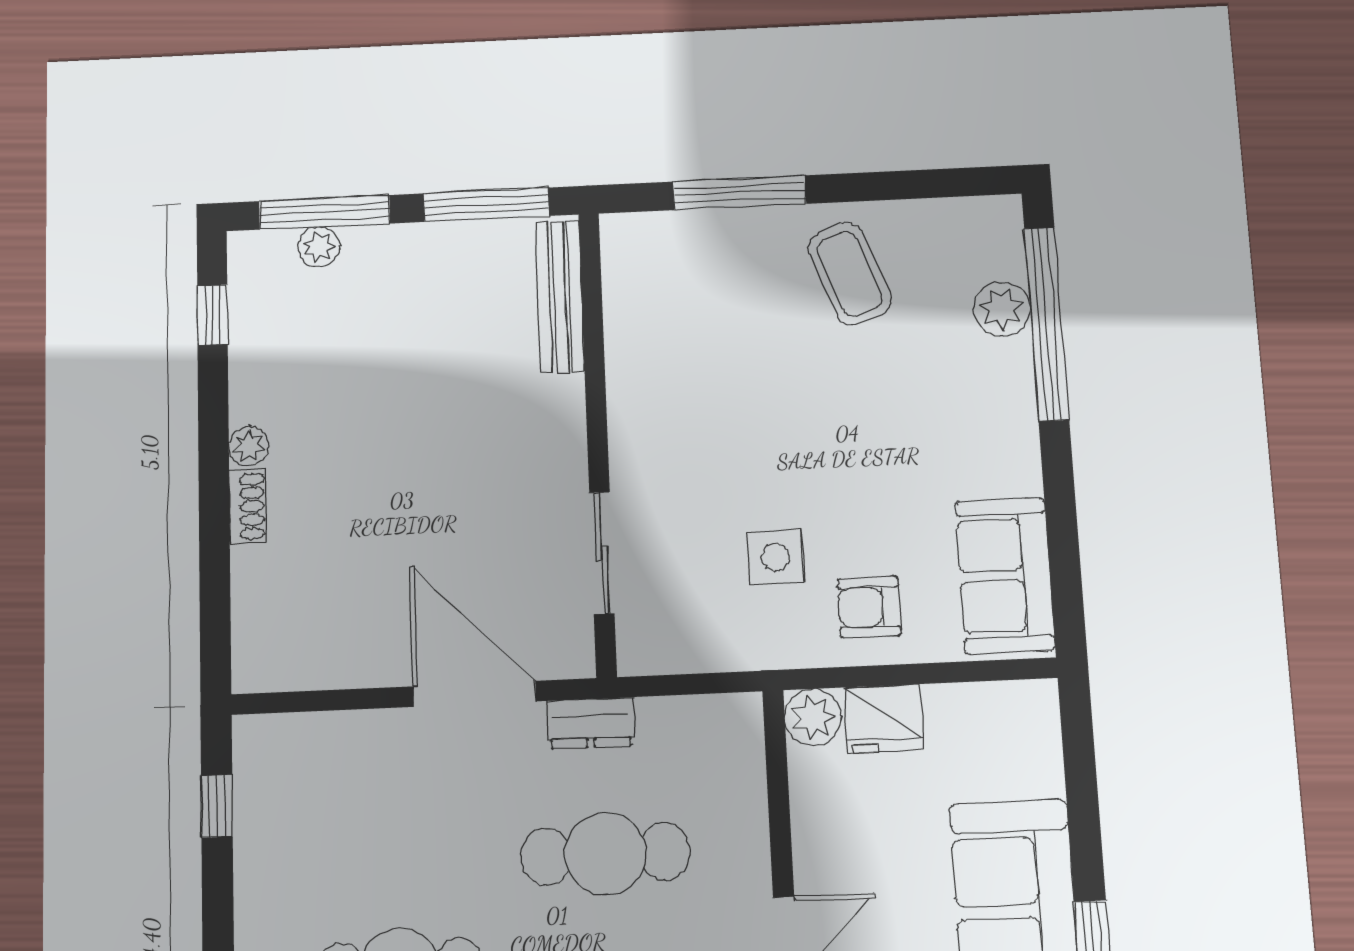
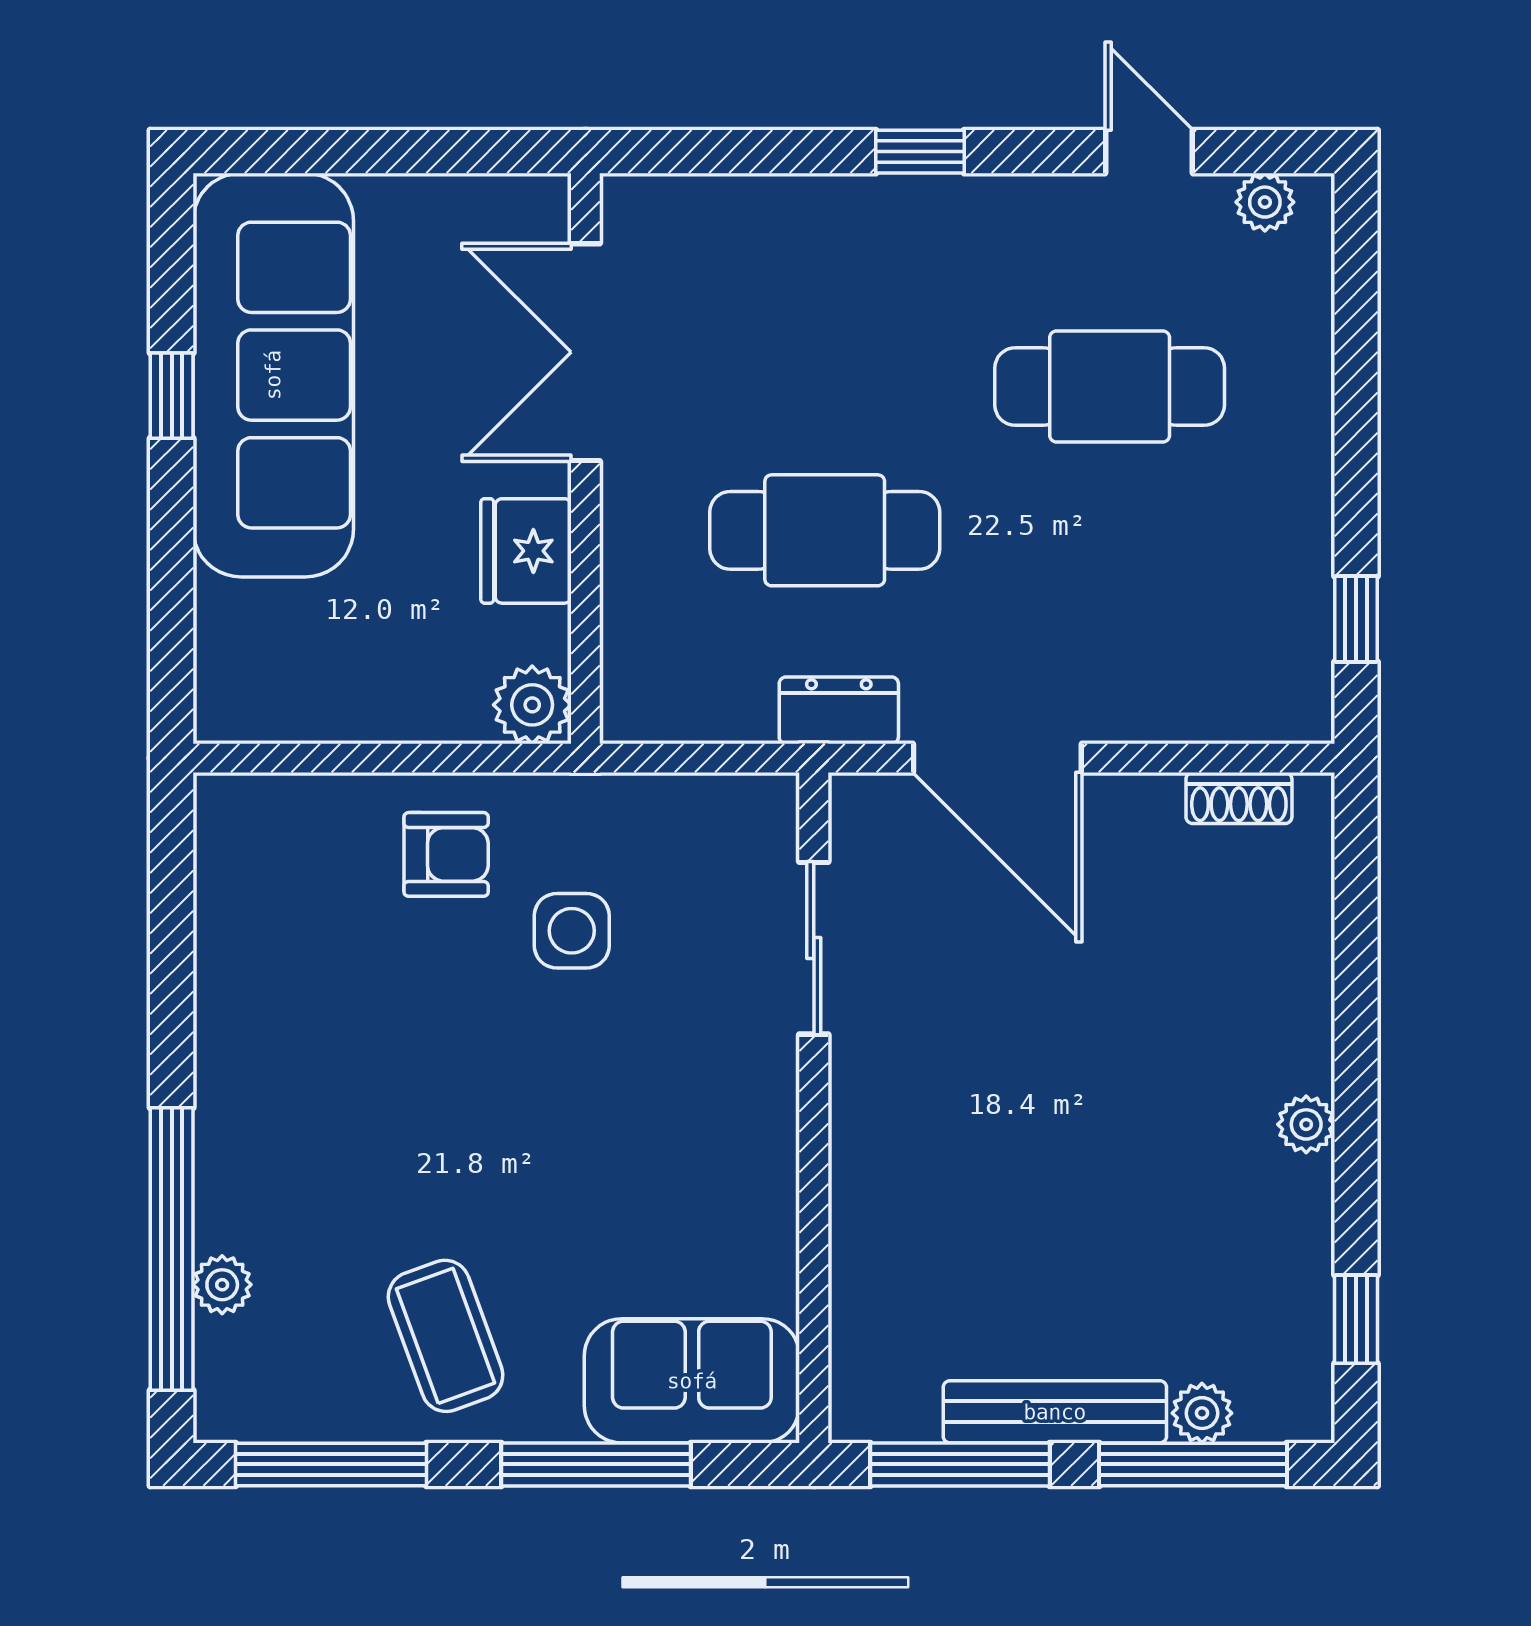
window: (924, 184) -> (331, 1464), added
bench: (560, 296) -> (1055, 1412), moved, turned 90
plant: (1002, 309) -> (222, 1285), width x0.73, depth x0.73
shoe rack: (248, 506) -> (1239, 798), moved, turned -90
sofa: (1005, 576) -> (692, 1381), moved, turned -90
fridge: (884, 718) -> (526, 551), moved, turned -90

